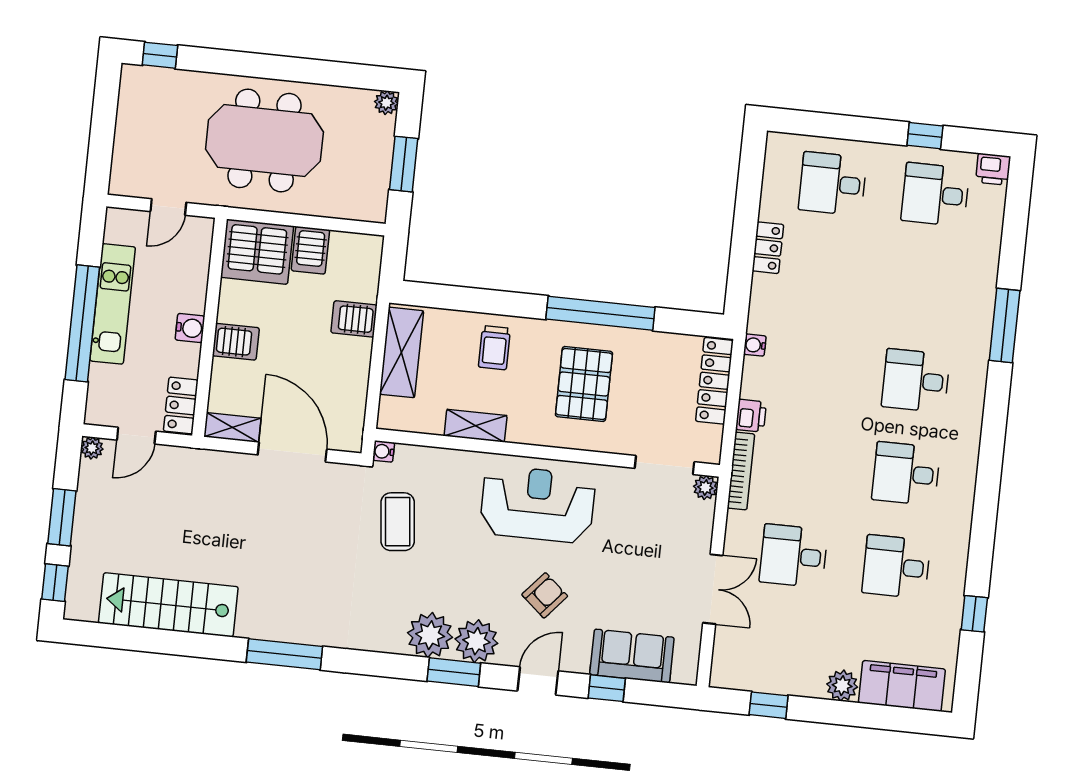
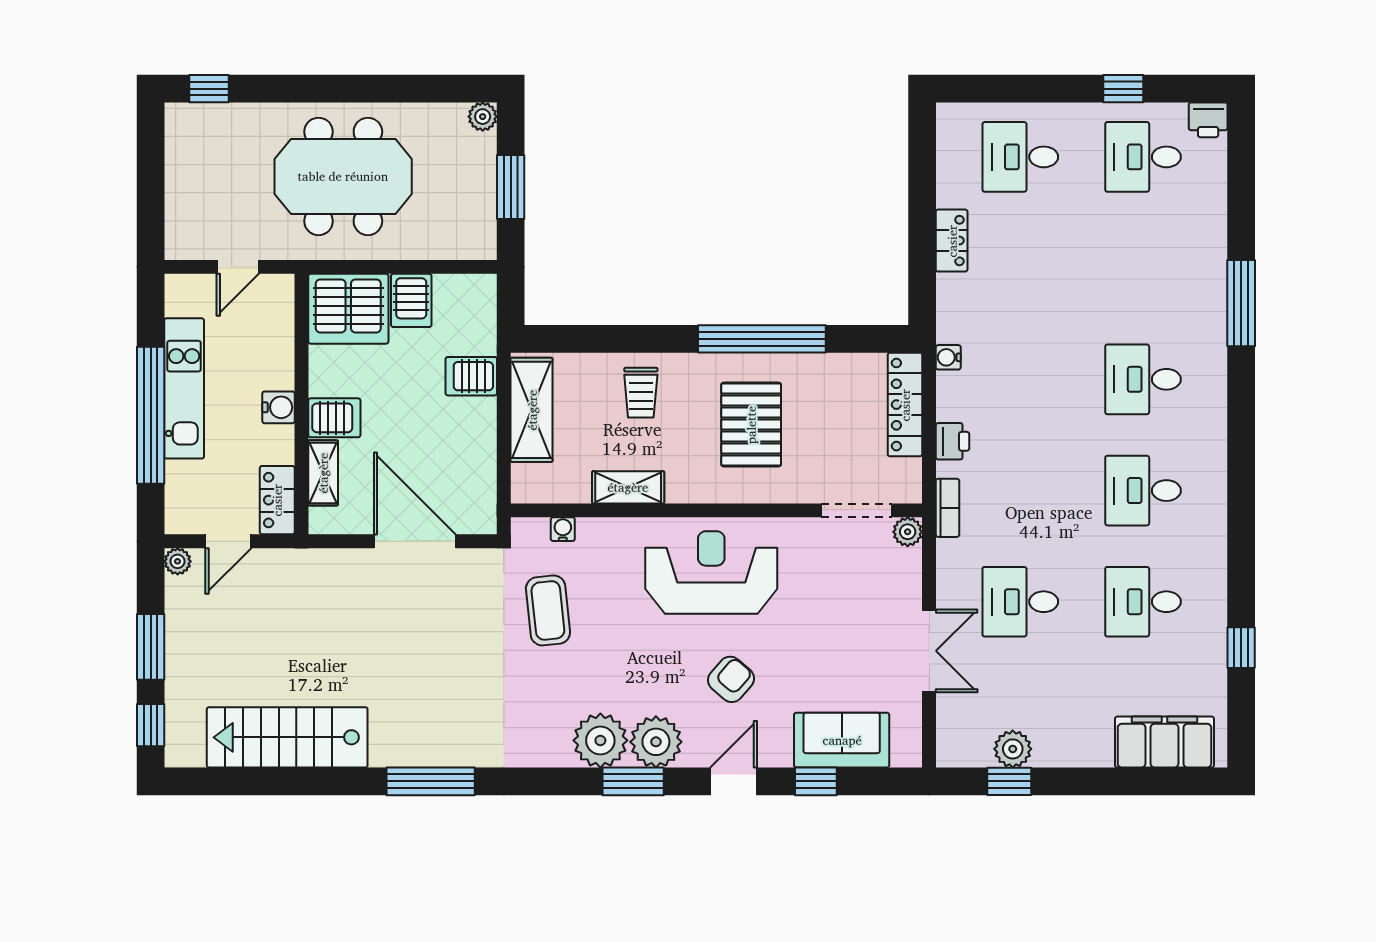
shelving: (232, 427) -> (323, 473), moved, turned 90
water cooler: (384, 451) -> (563, 529), moved, turned 90
bookcase: (741, 471) -> (948, 508), width x0.64
plant: (842, 686) -> (1013, 749), moved

